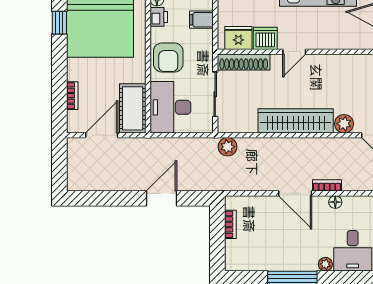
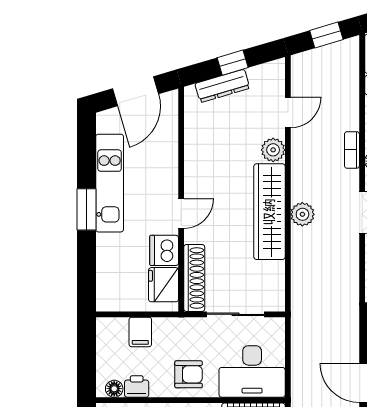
door: (294, 52) -> (181, 213), hinge flipped
armchair: (168, 58) -> (189, 374), width x0.72, depth x0.72
plant: (228, 147) -> (302, 214), moved
bookcase: (327, 185) -> (352, 150), moved

